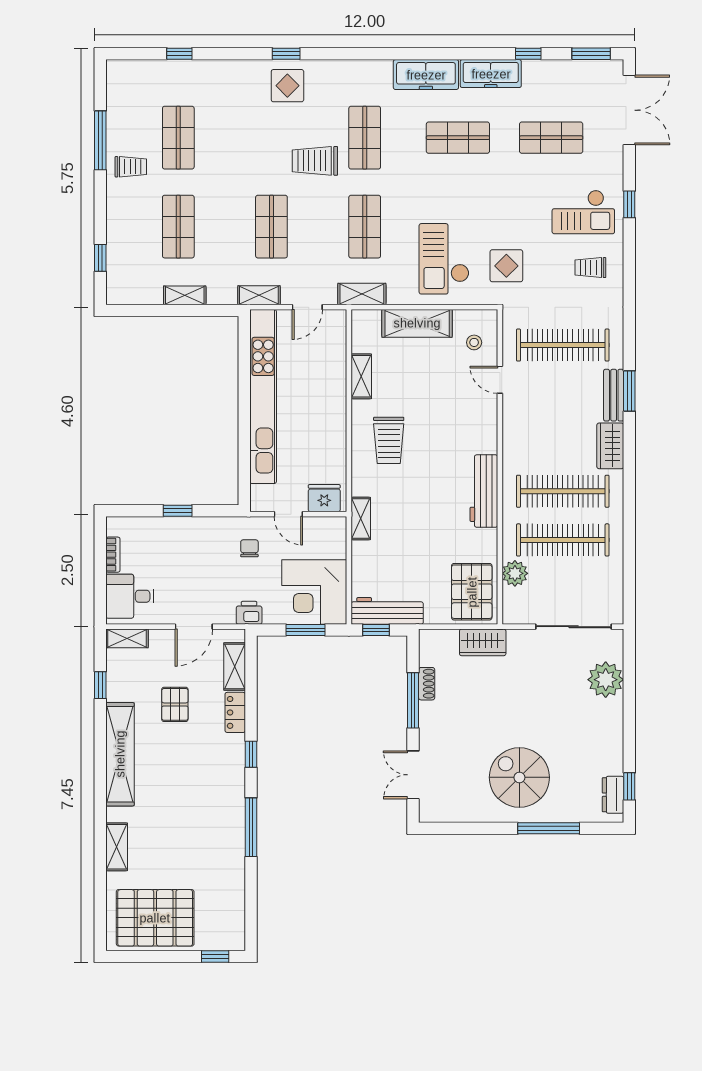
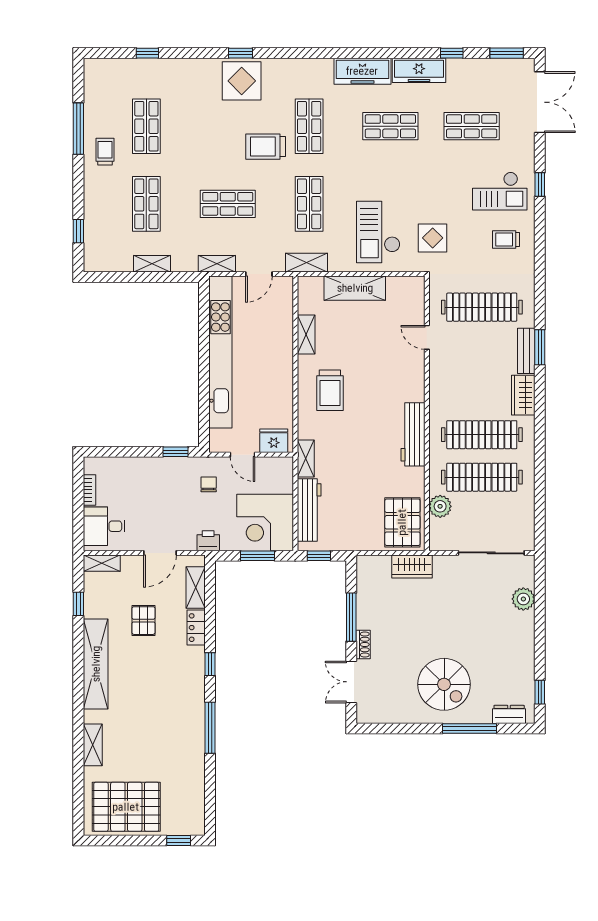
display table: (287, 86) -> (242, 81), width x1.36, depth x1.36
trolley: (131, 167) -> (105, 152), turned -90
shop shelf: (271, 227) -> (228, 204), turned 90
stool: (474, 342) -> (404, 305), removed
window: (178, 511) -> (175, 452), moved
workbench: (387, 611) -> (309, 510), moved, turned 90
plant: (606, 680) -> (523, 599), width x0.73, depth x0.73
shoe rack: (427, 684) -> (363, 644), moved
spiral stairs: (519, 777) -> (444, 684), turned 180
dresser: (613, 795) -> (509, 714), moved, turned 90

